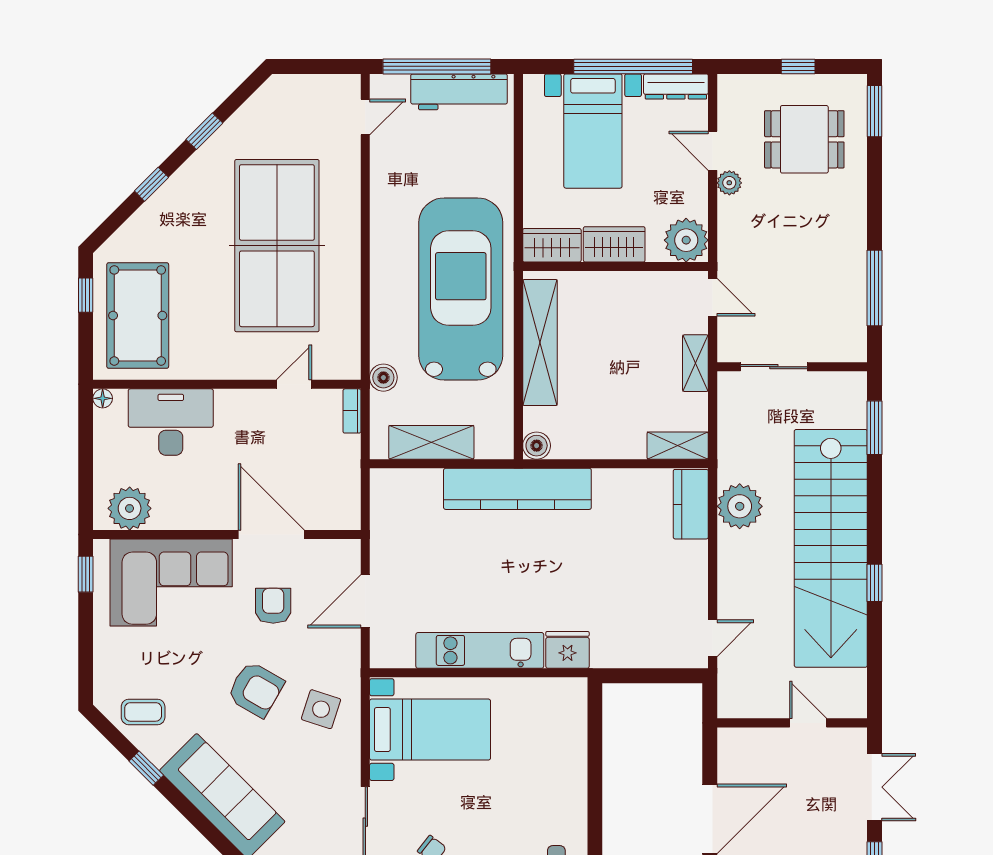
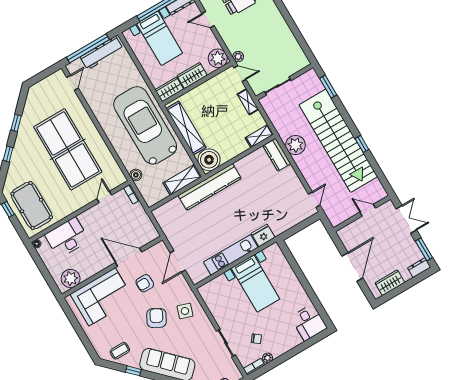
plant: (729, 183) -> (238, 57), moved
window: (875, 288) -> (298, 35), removed
shelving: (431, 442) -> (182, 180), moved
boiler: (537, 446) -> (209, 160), width x1.86, depth x1.86
window: (86, 574) -> (69, 312), removed
armchair: (273, 606) -> (145, 283), turned -90
armchair: (256, 689) -> (156, 318), turned -91
bed with nightstands: (430, 730) -> (256, 284), moved, turned 90

